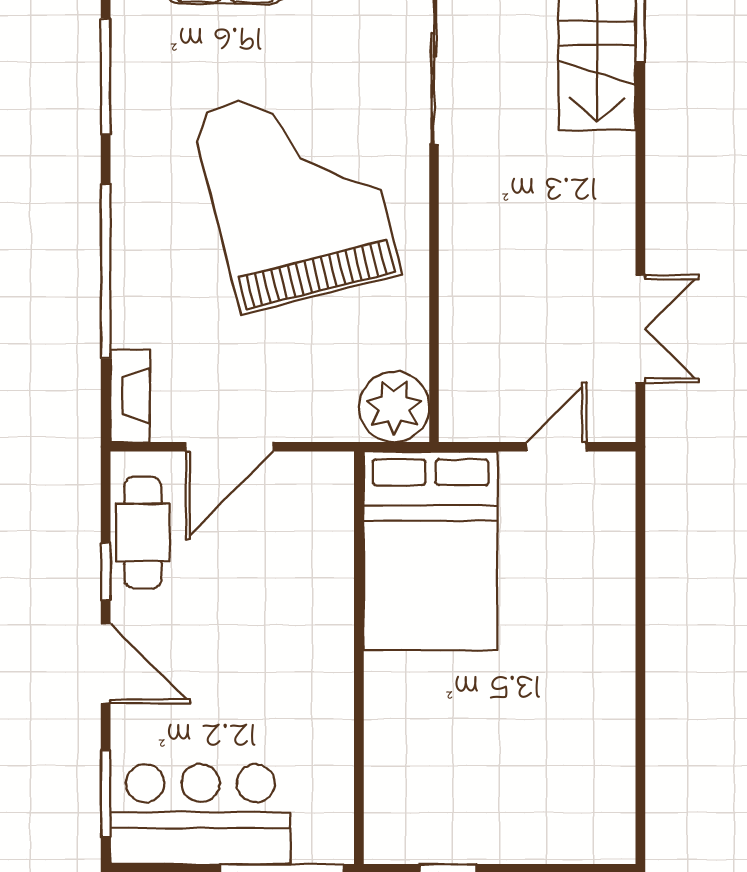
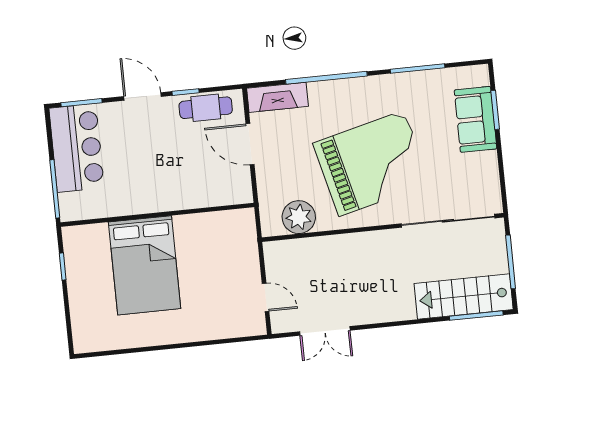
fireplace: (130, 396) -> (277, 97), width x1.37, depth x1.32
plant: (394, 407) -> (299, 217), moved
bed: (431, 551) -> (145, 265), moved, turned -90
door: (106, 664) -> (142, 96), swing flipped

